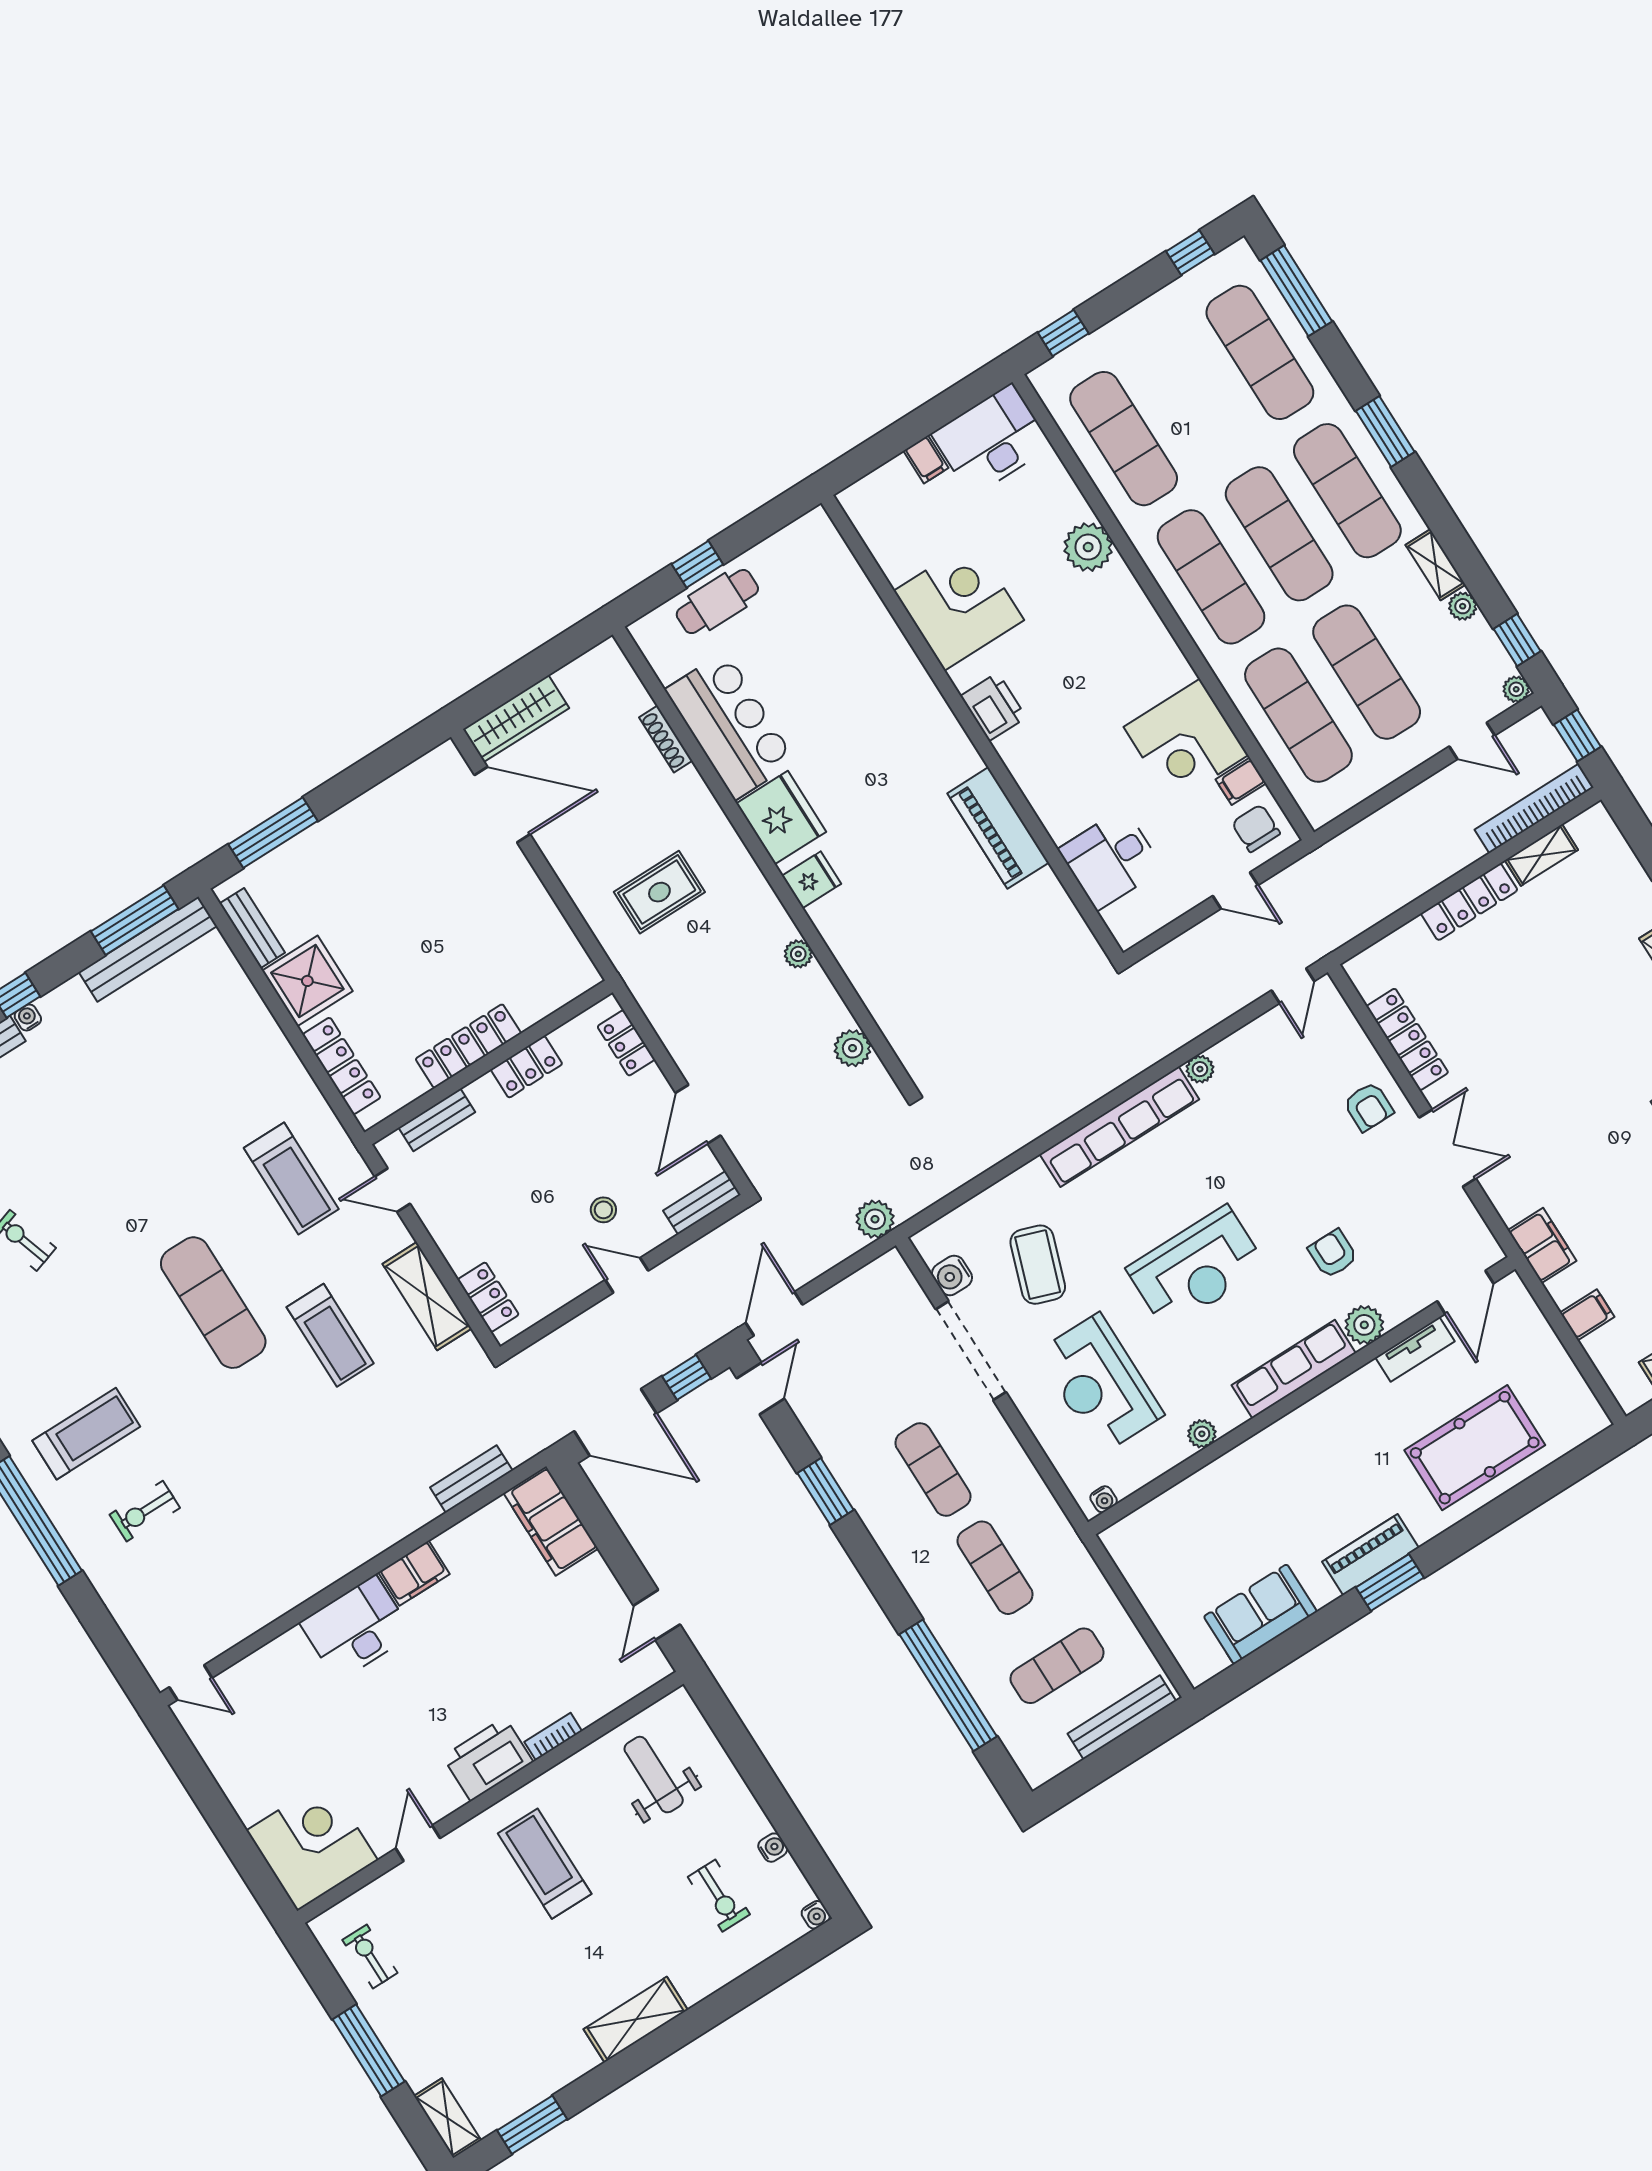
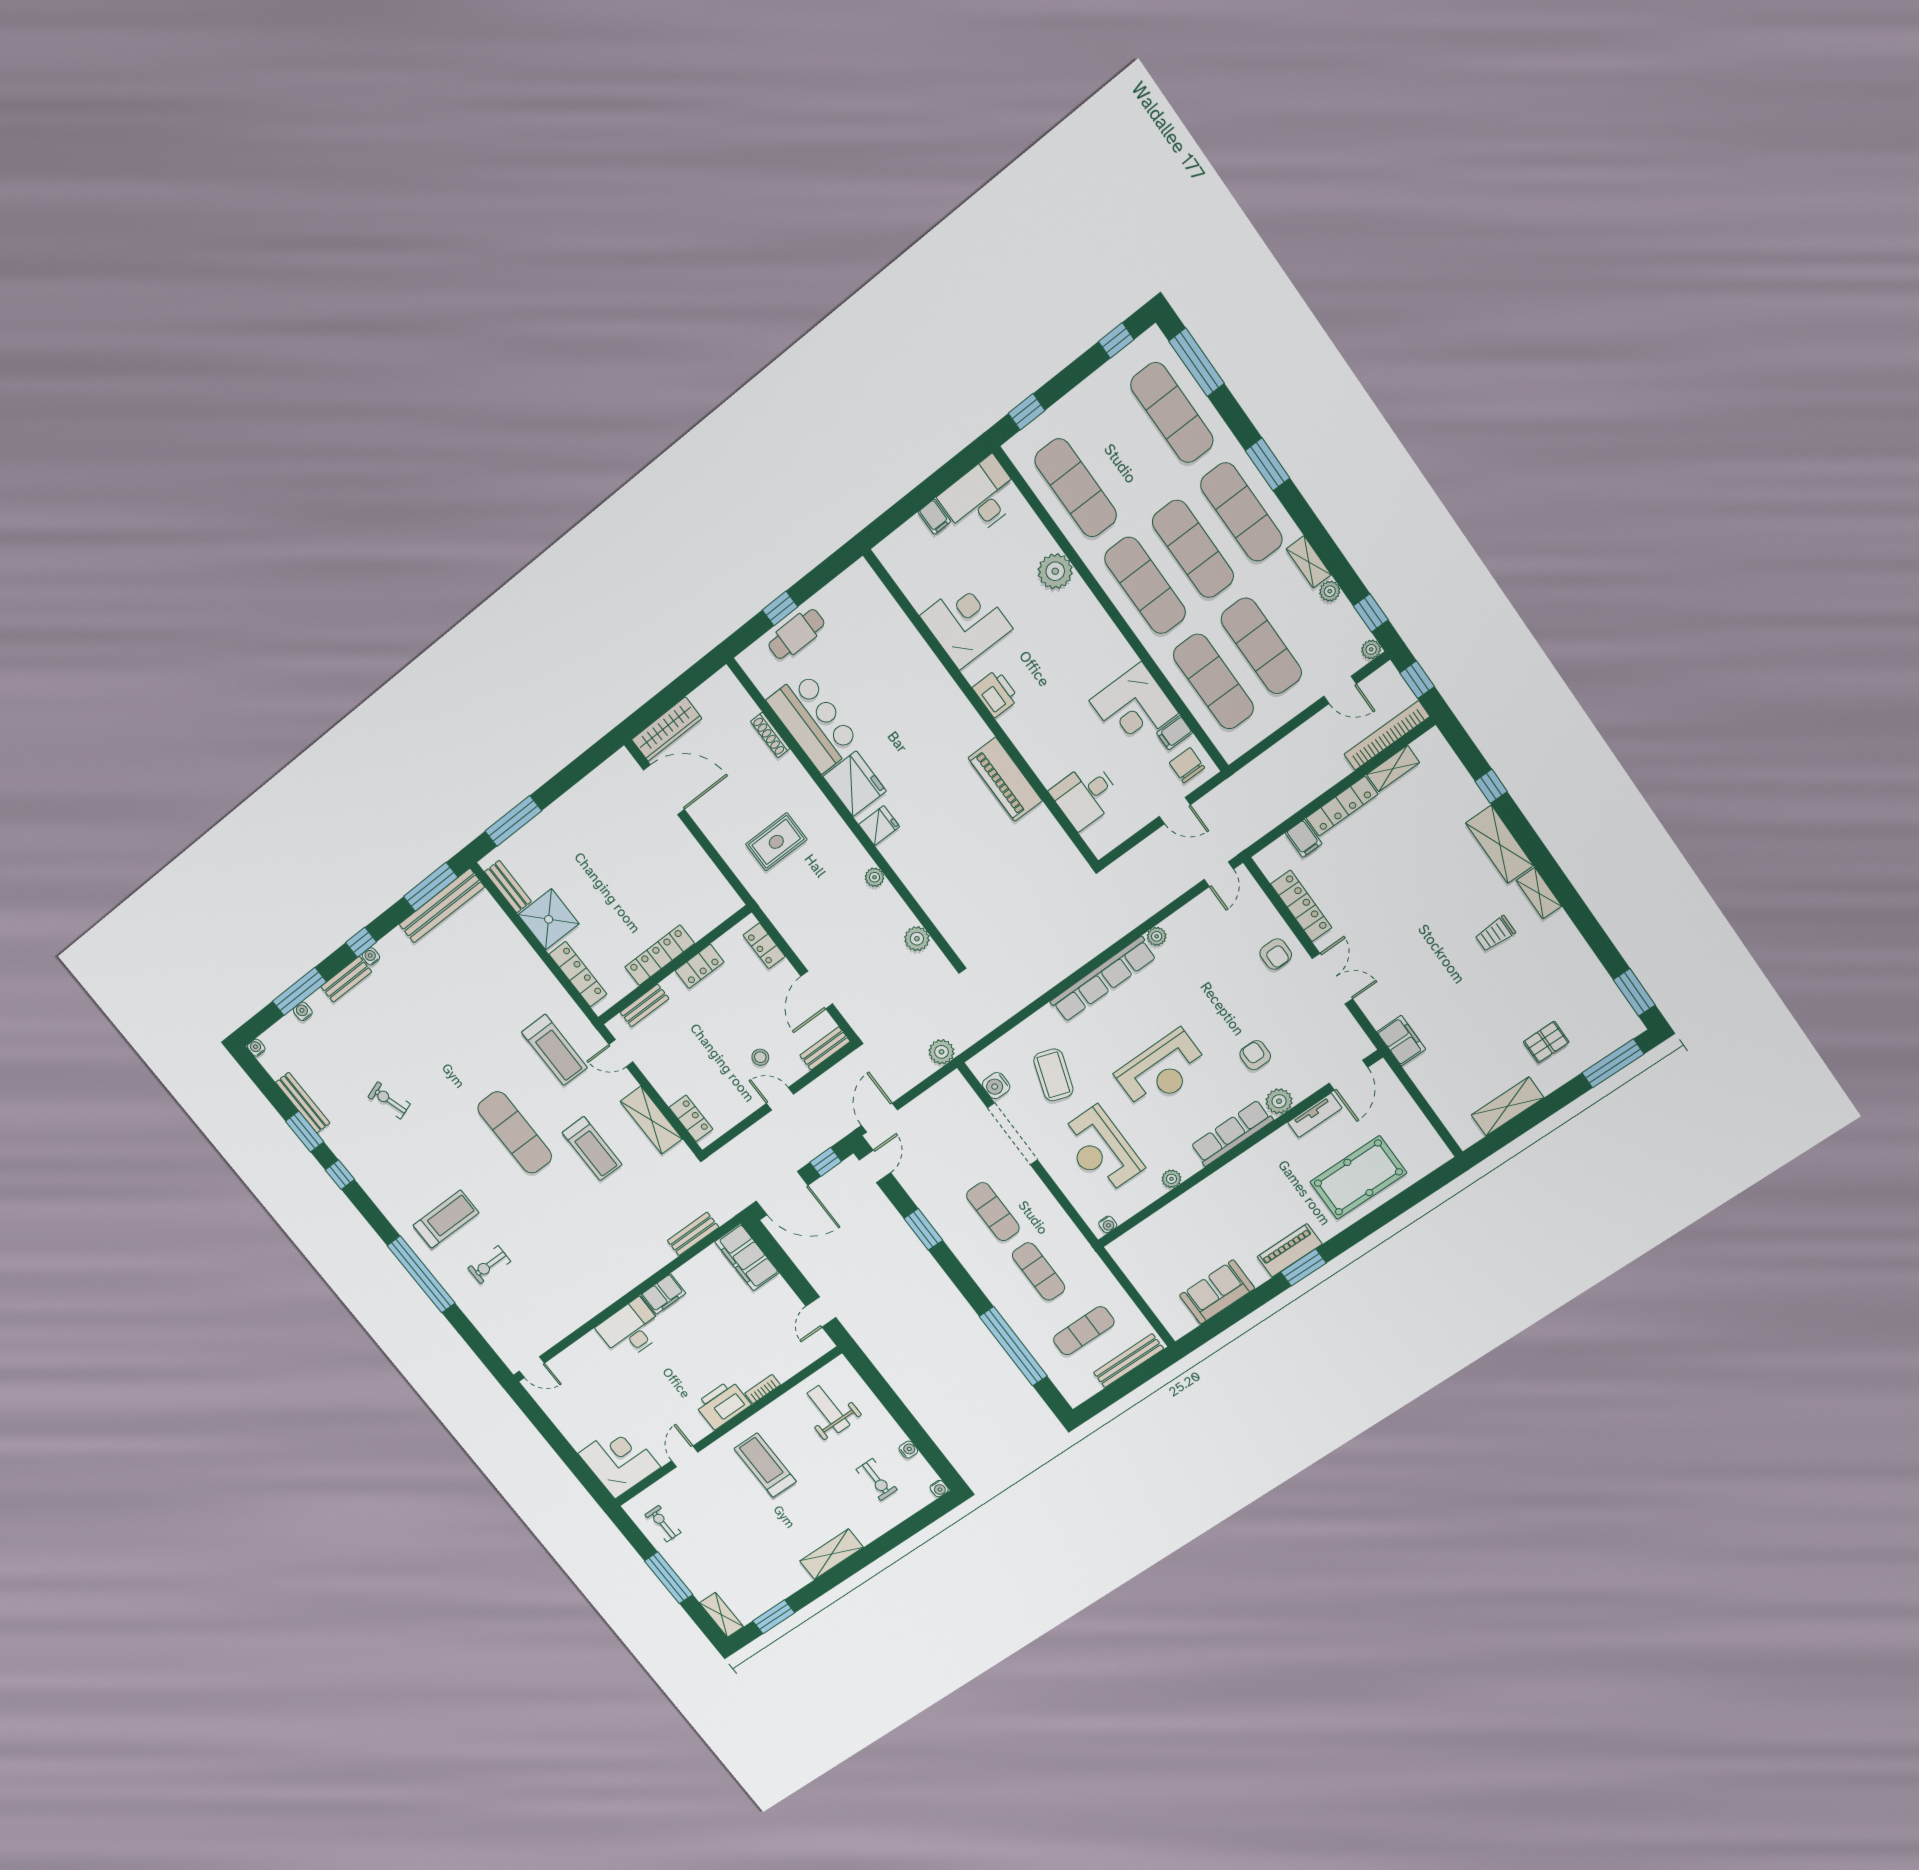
filing cabinet: (1587, 1315) -> (1304, 838), moved, turned 90

